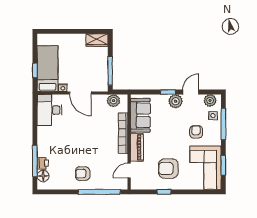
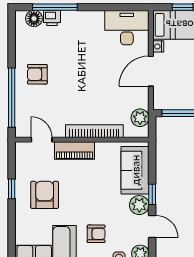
sofa: (140, 115) -> (135, 170), moved, turned 90
armchair: (83, 174) -> (37, 74), turned -90

